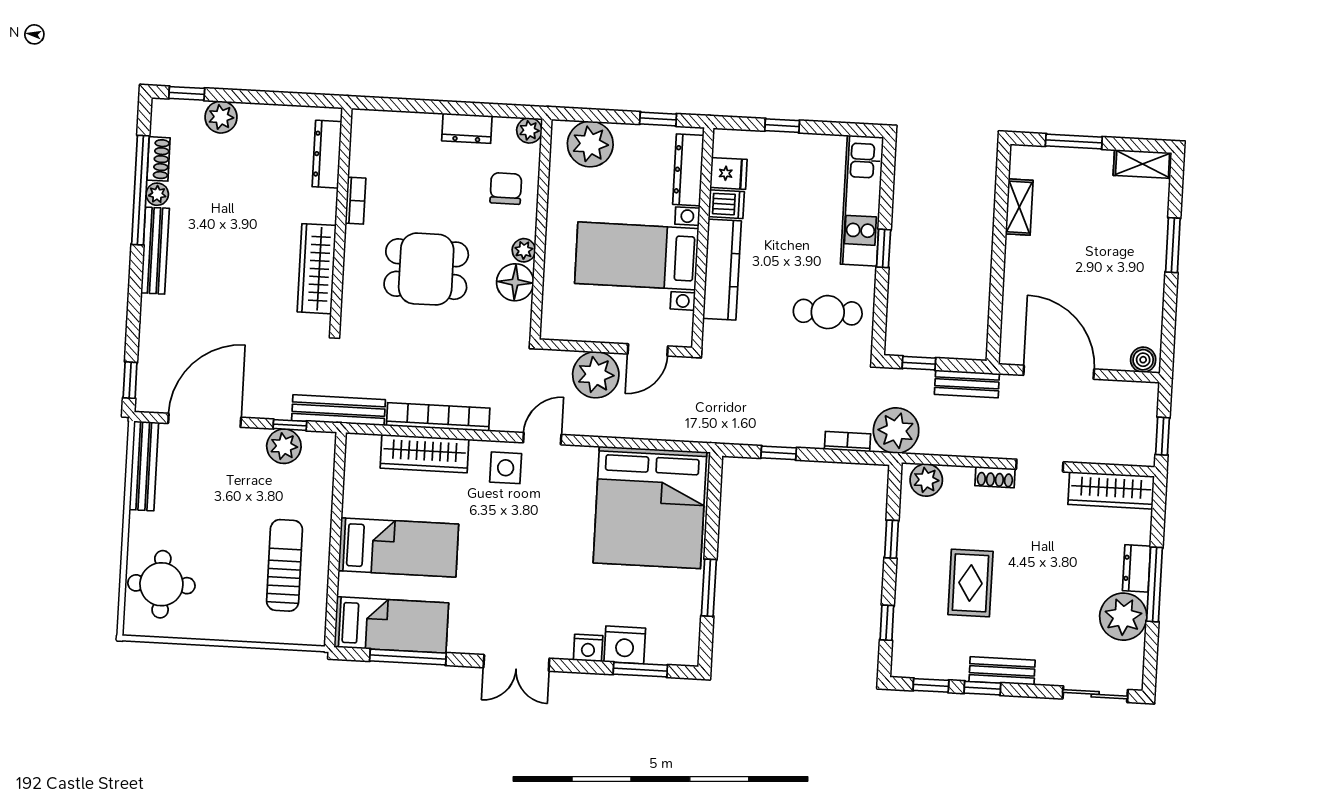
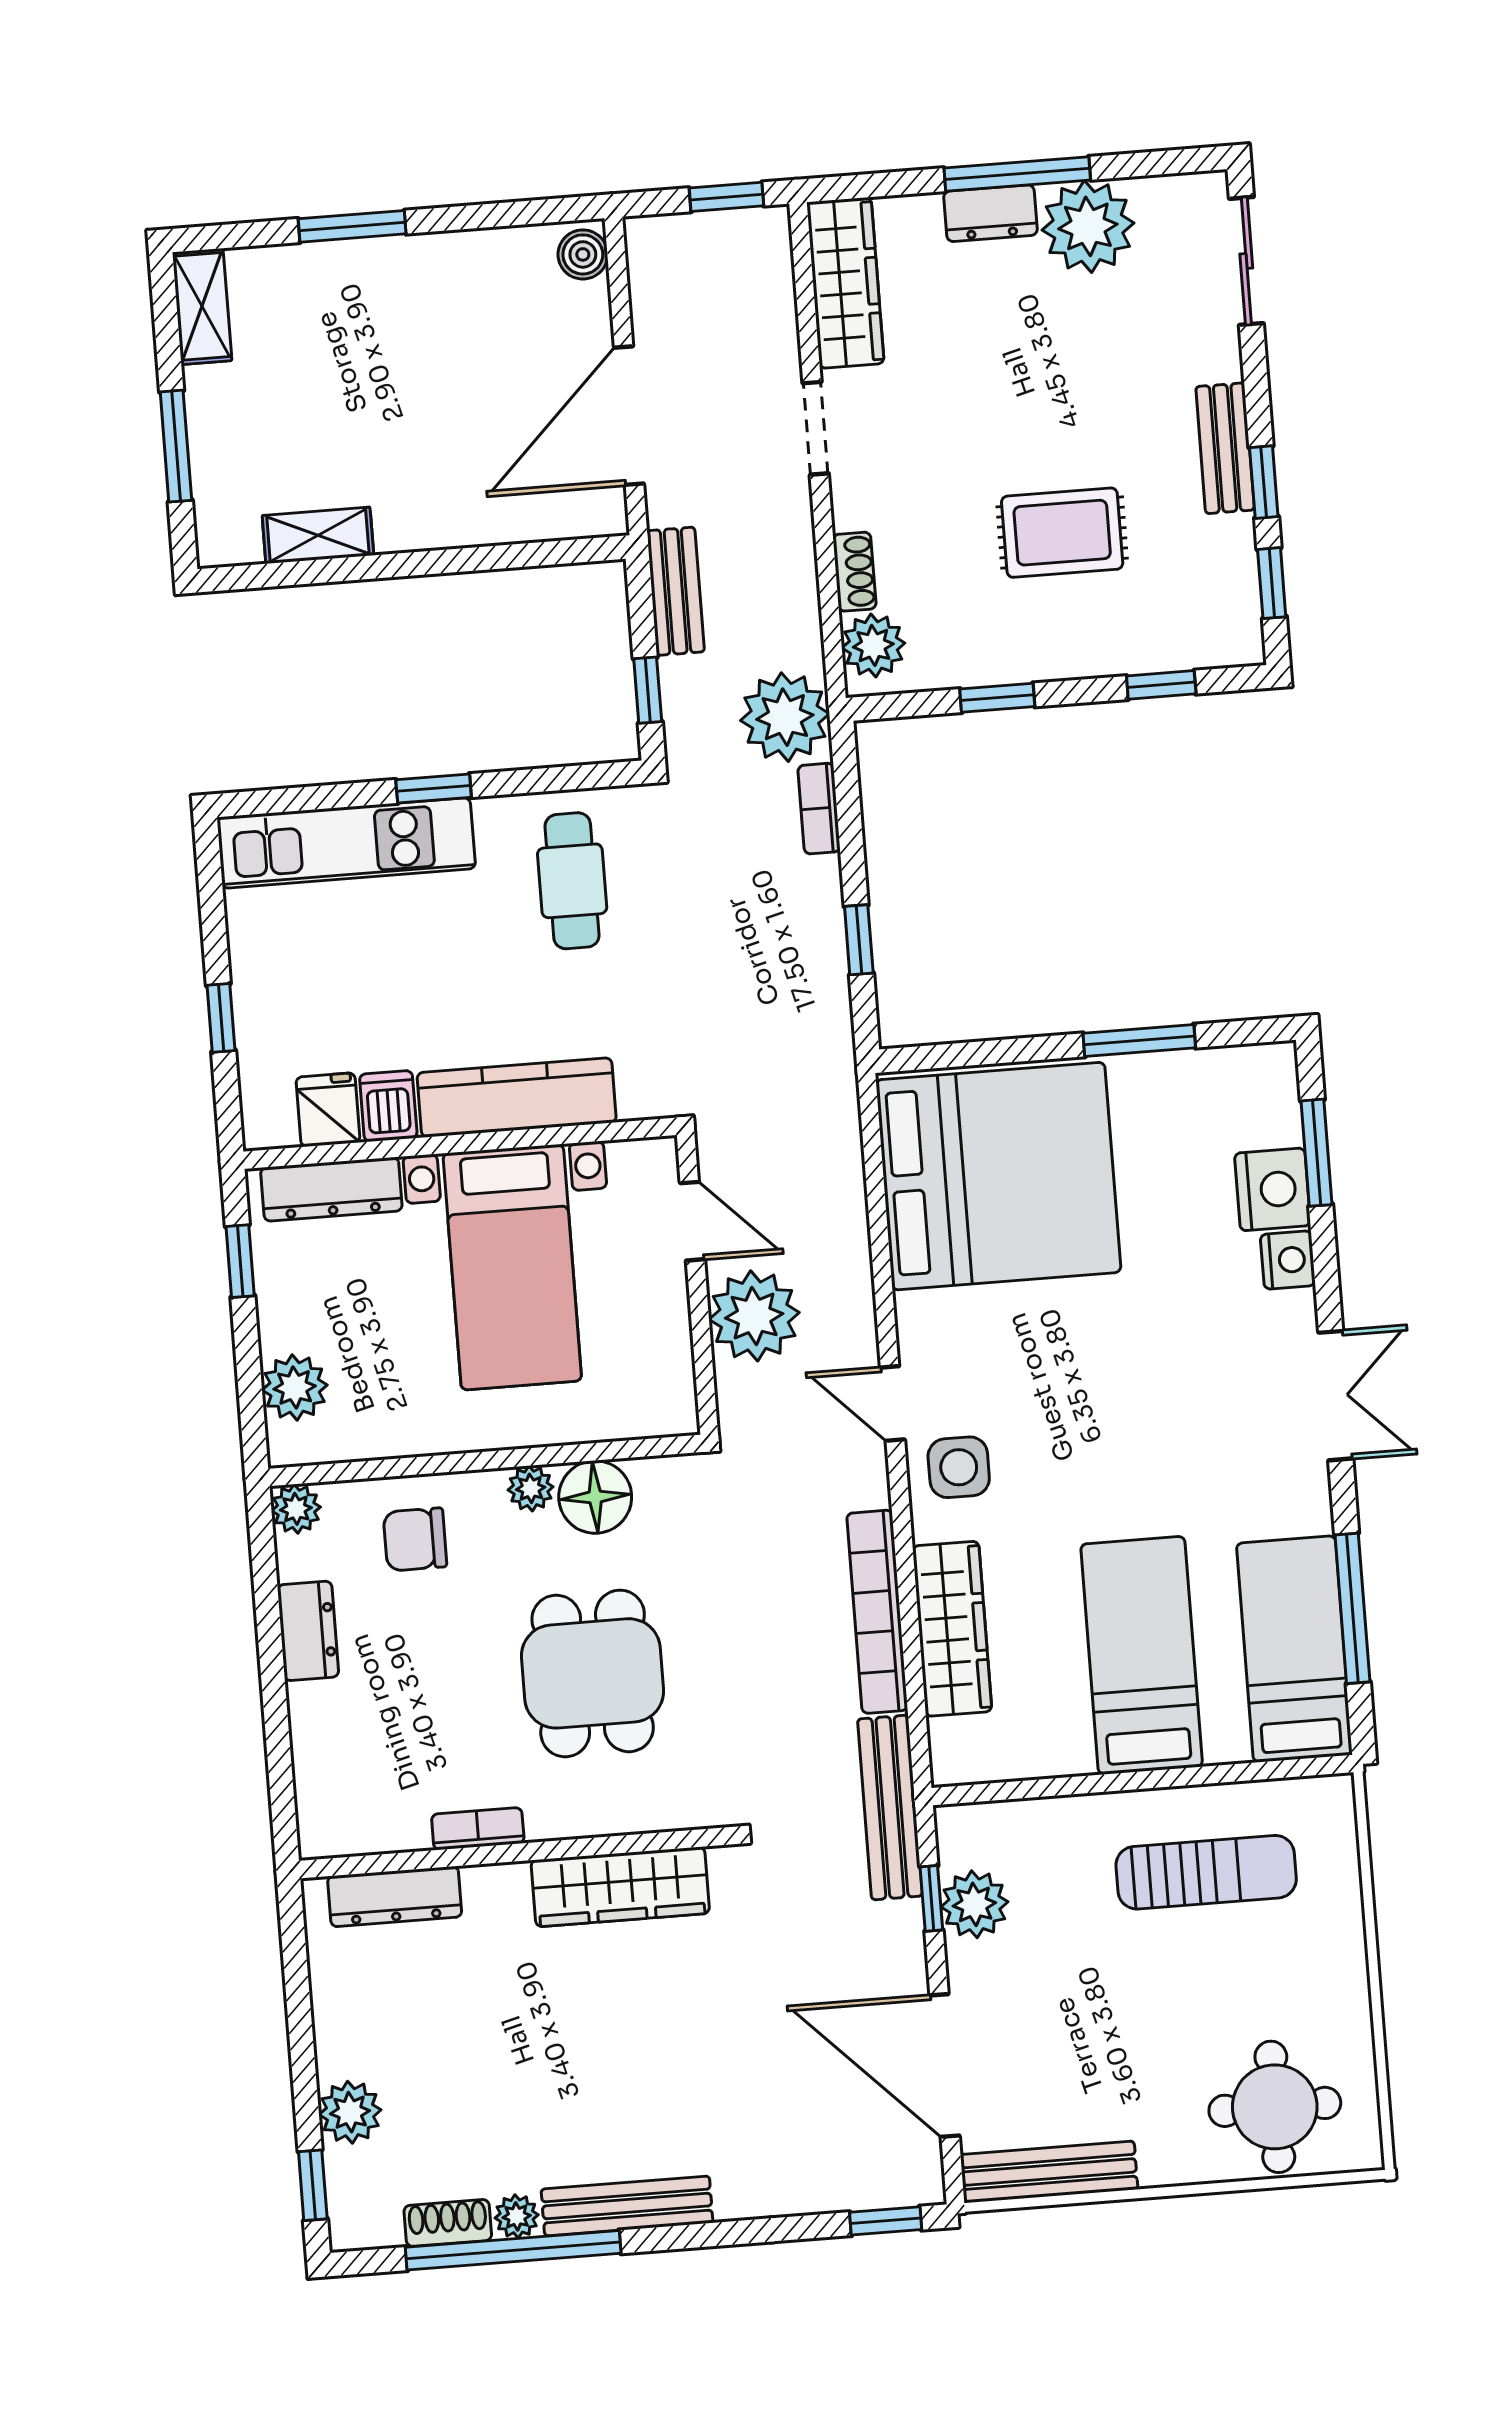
plant: (590, 144) -> (295, 1387), width x0.73, depth x0.73
shoe rack: (995, 477) -> (855, 572), moved
sun lounger: (285, 565) -> (1206, 1872), turned 180

